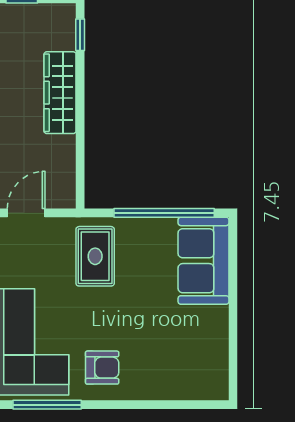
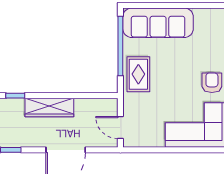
rug: (95, 256) -> (138, 74), moved, turned 90
sofa: (203, 261) -> (158, 23), width x1.36

